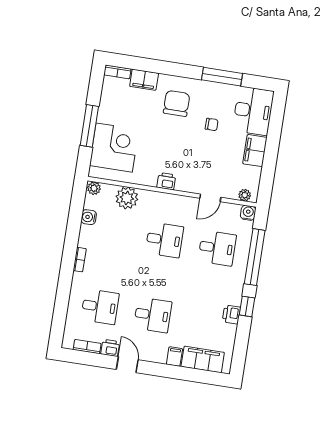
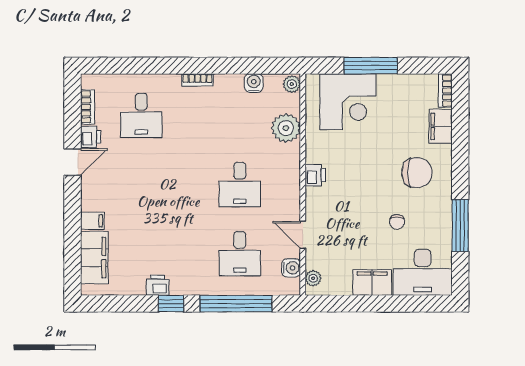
water cooler: (248, 213) -> (291, 268), moved
desk: (153, 315) -> (141, 185), removed

